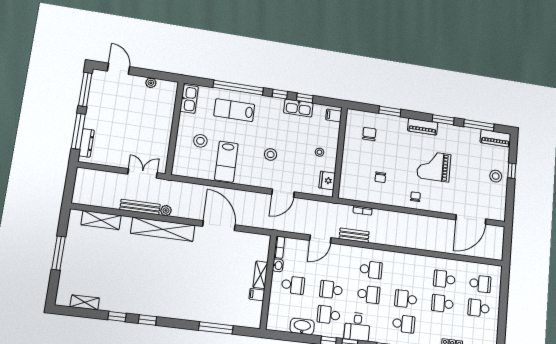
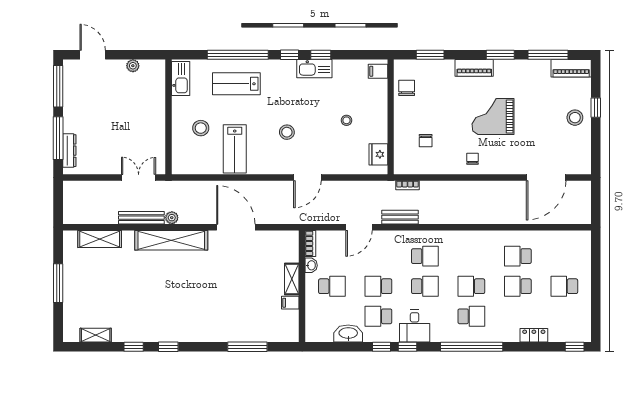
filing cabinet: (334, 115) -> (378, 71), moved
wall: (340, 152) -> (391, 117), moved
fridge: (327, 181) -> (378, 154), moved
school desk: (480, 284) -> (564, 256), removed

